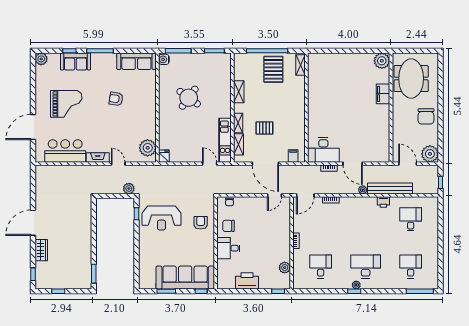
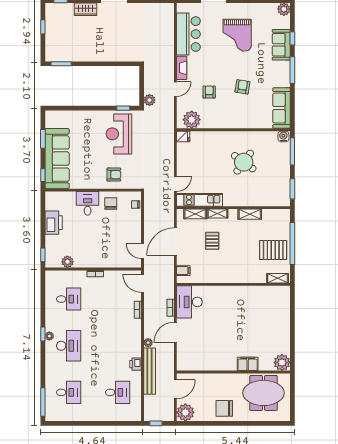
armchair: (121, 131) -> (209, 92), added

